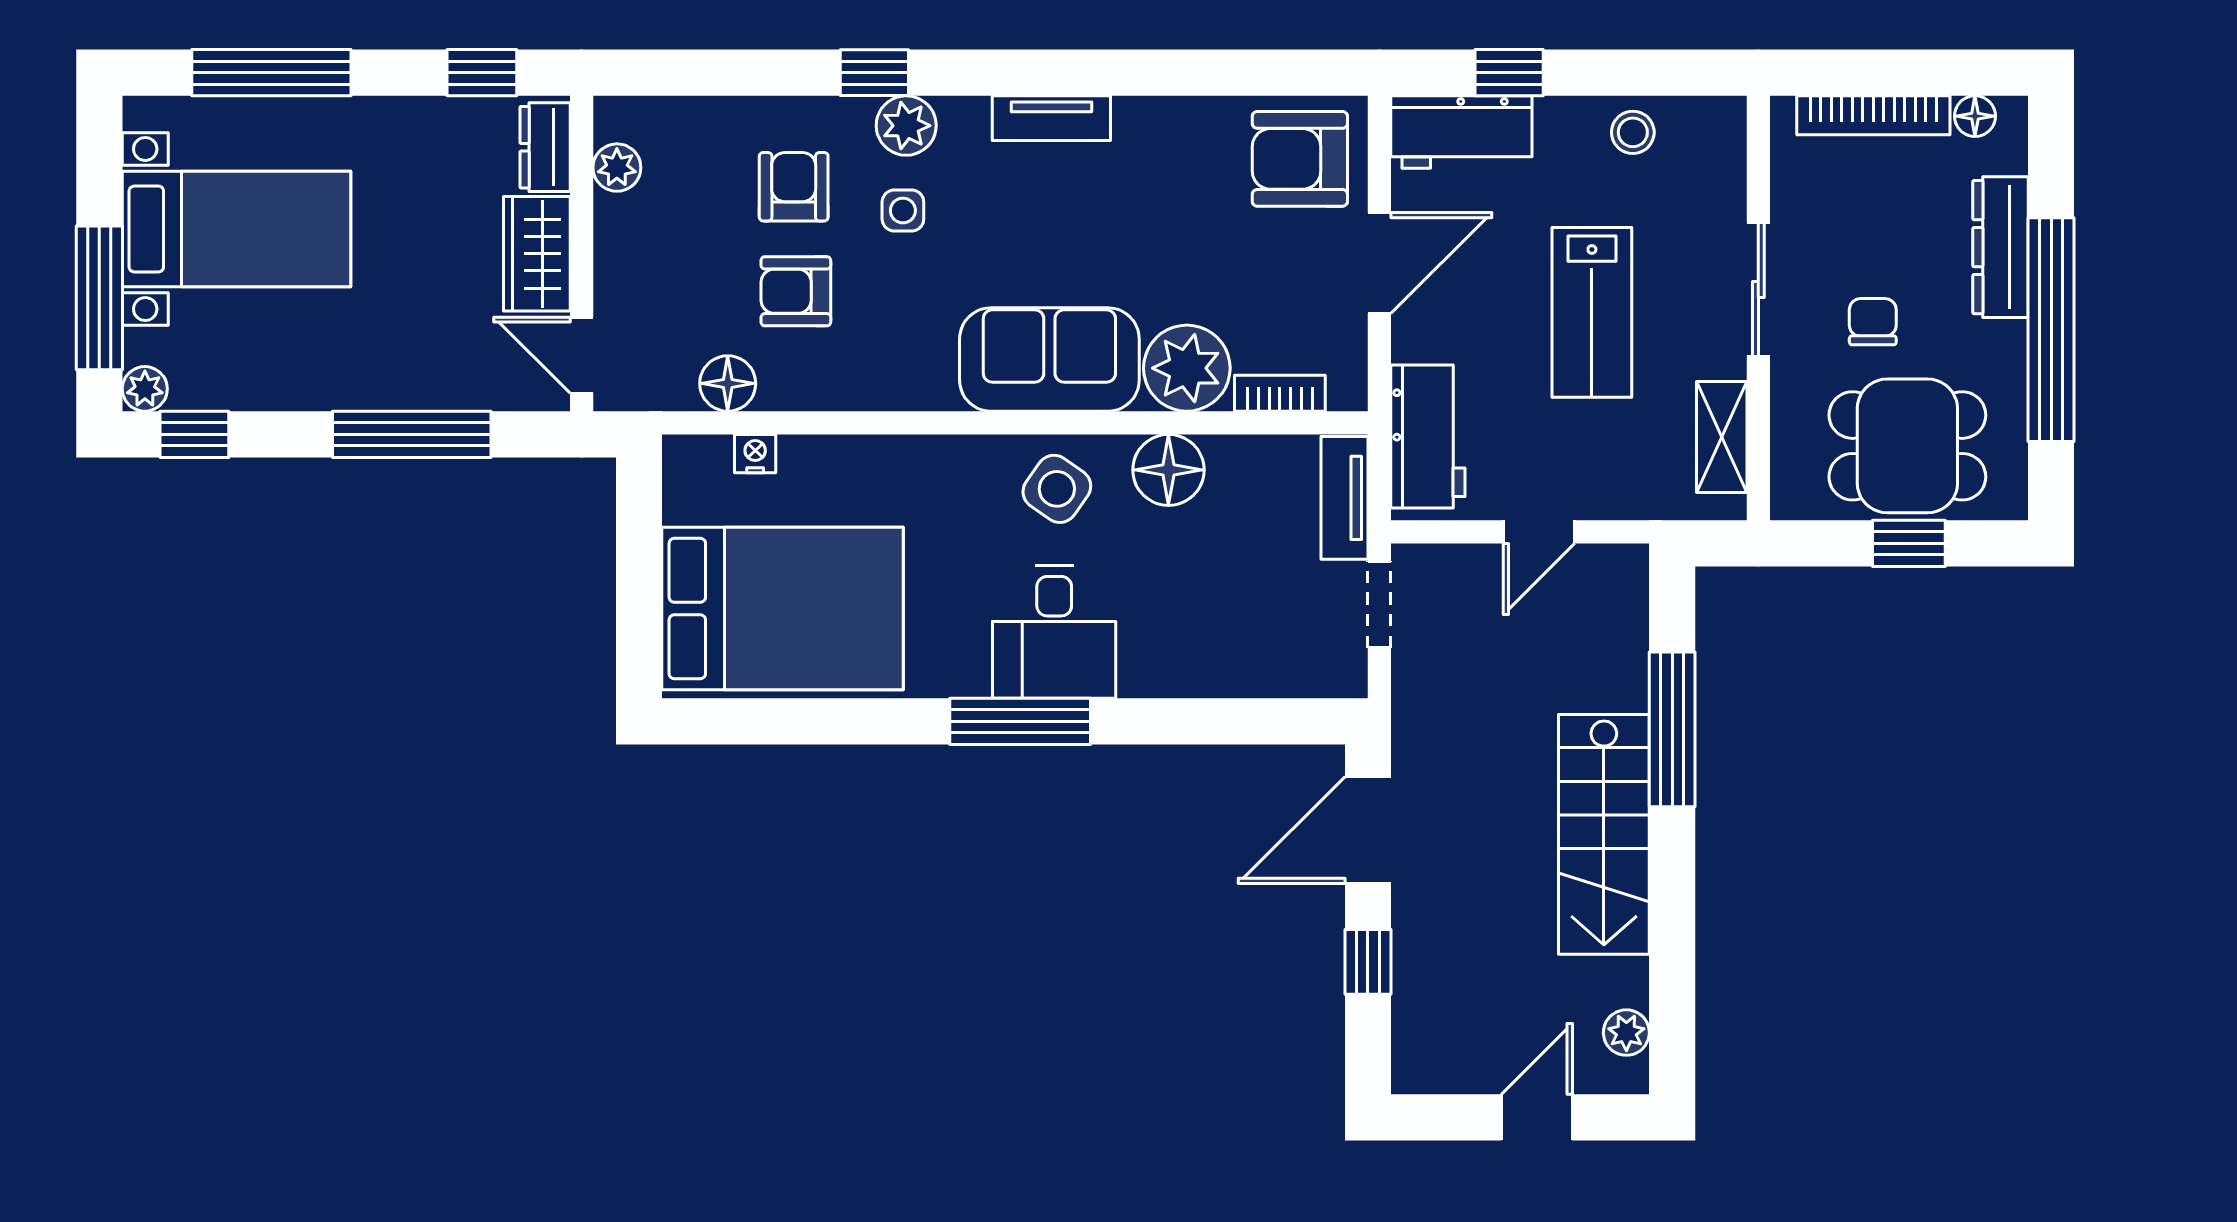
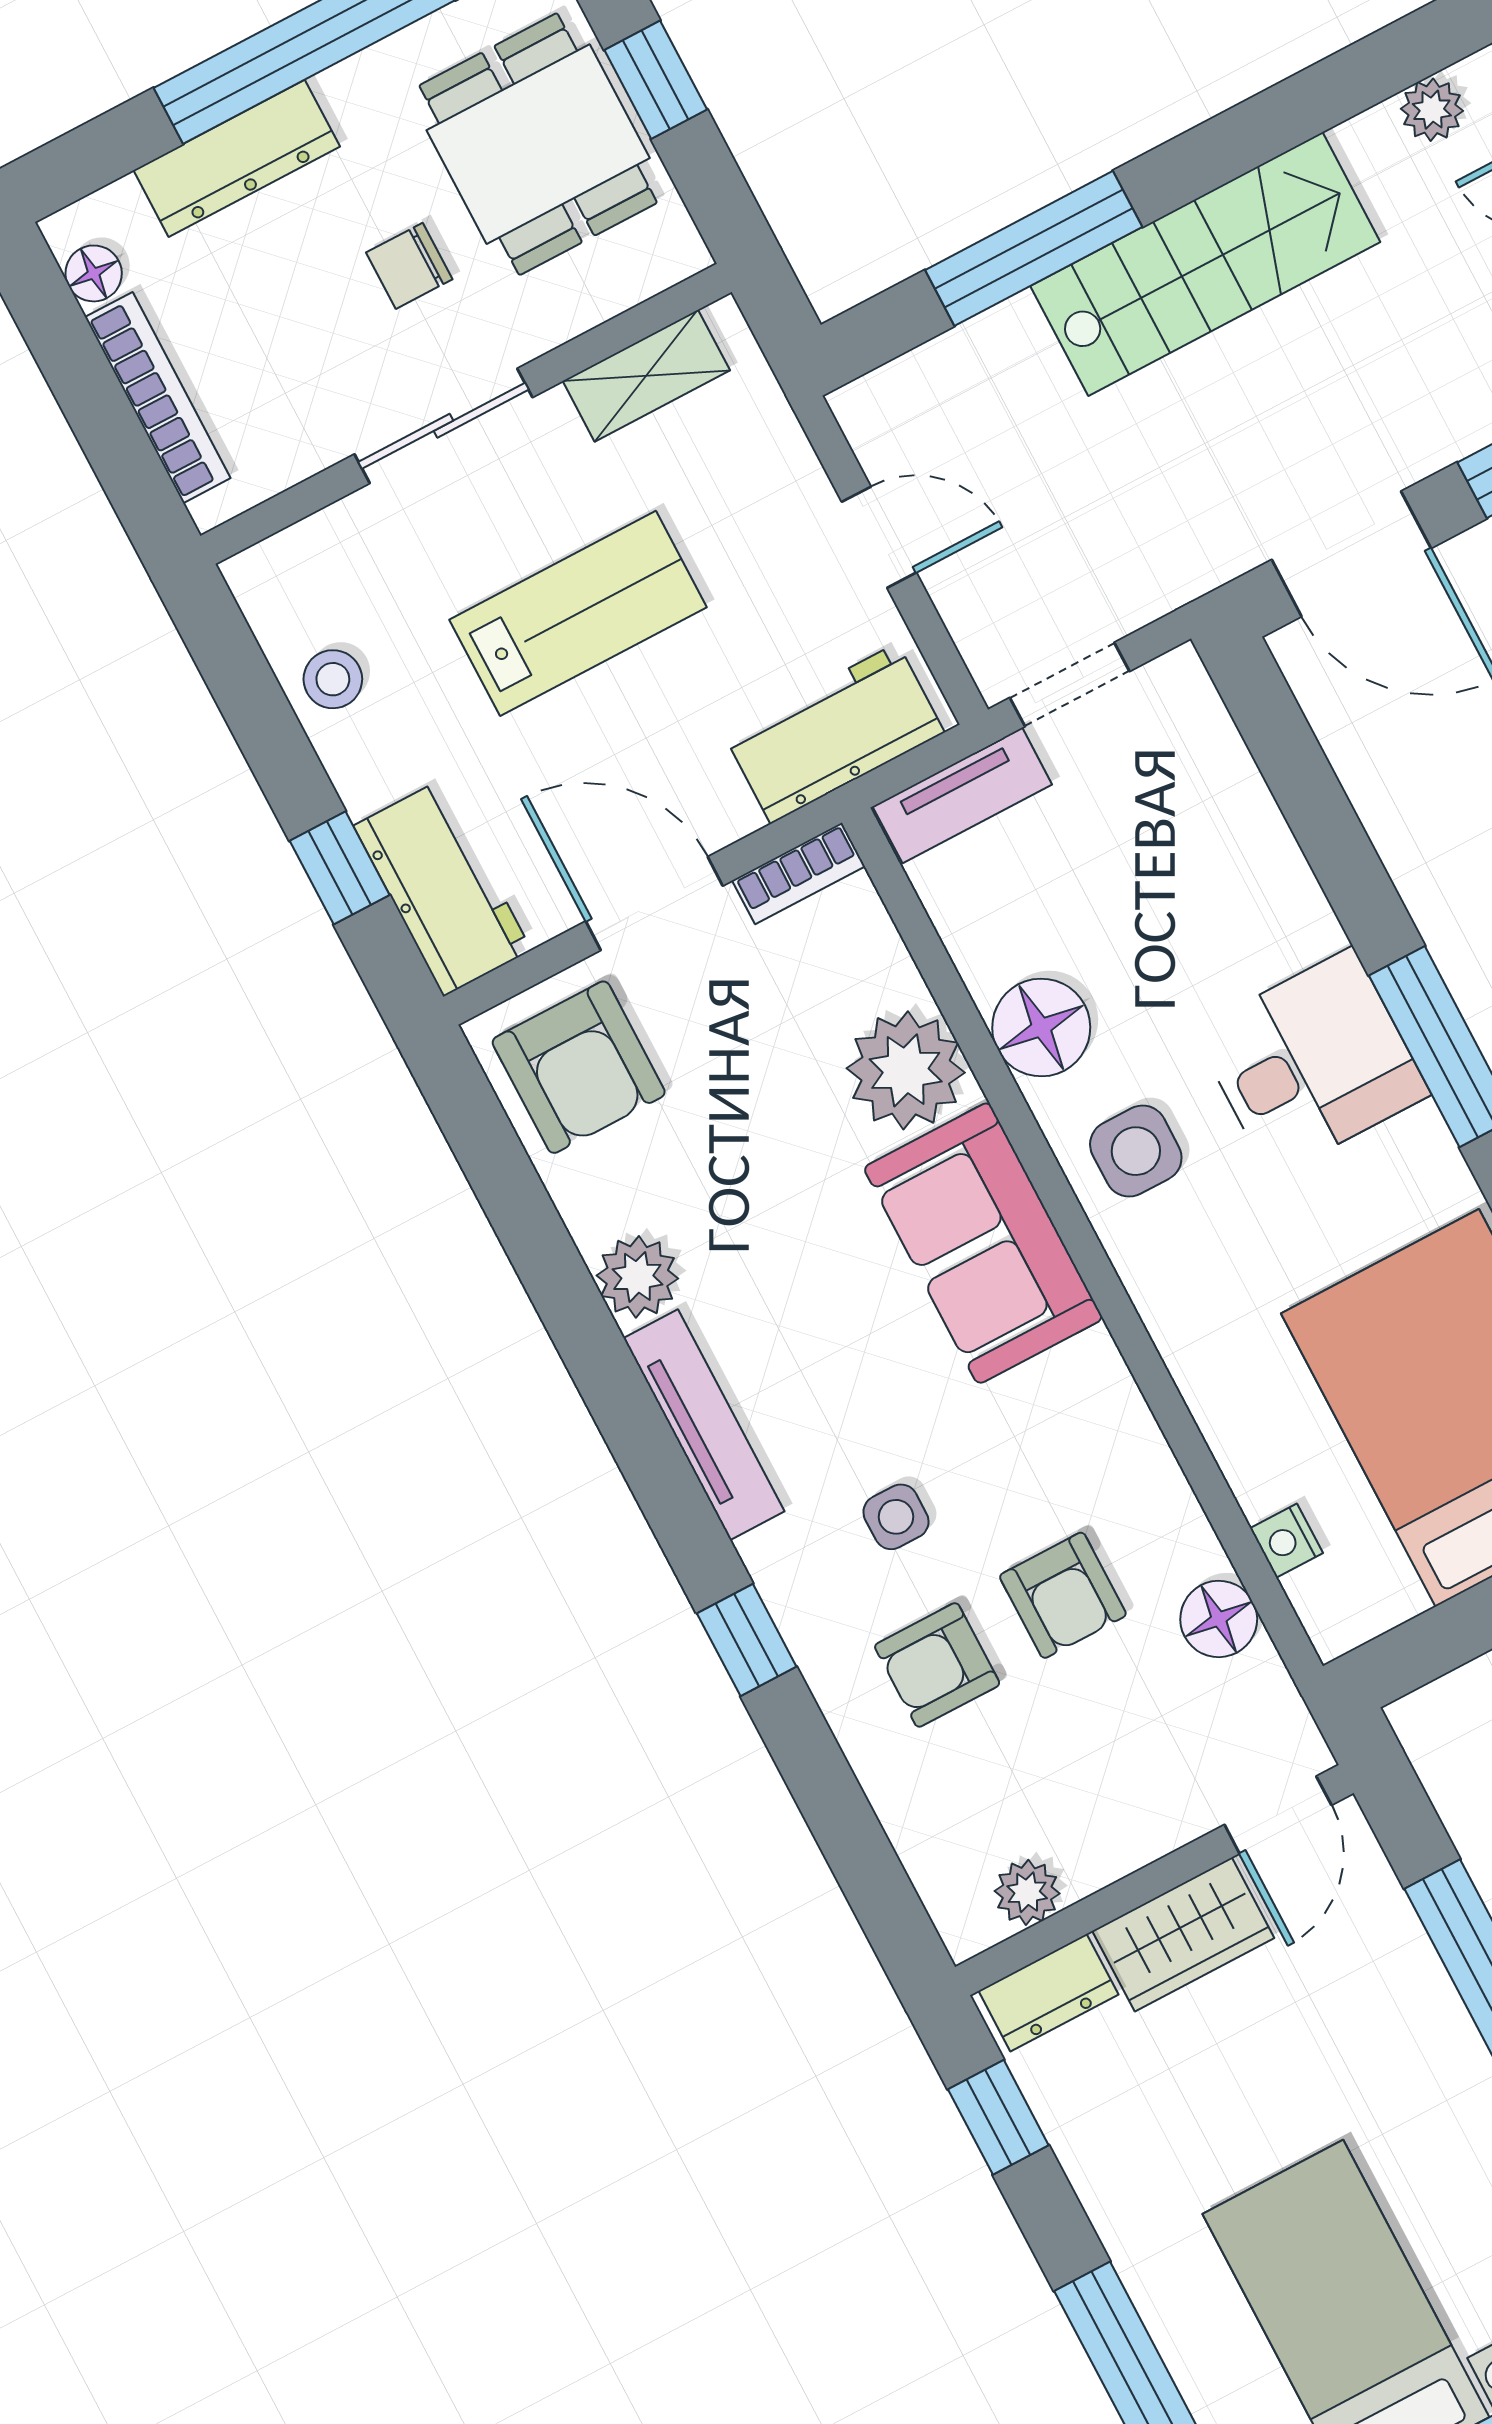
tv unit: (1051, 118) -> (704, 1425), width x1.41
plant: (906, 126) -> (637, 1277), moved
bookcase: (1280, 393) -> (799, 873), moved, turned -90
side table: (1057, 489) -> (1136, 1151), turned -35

